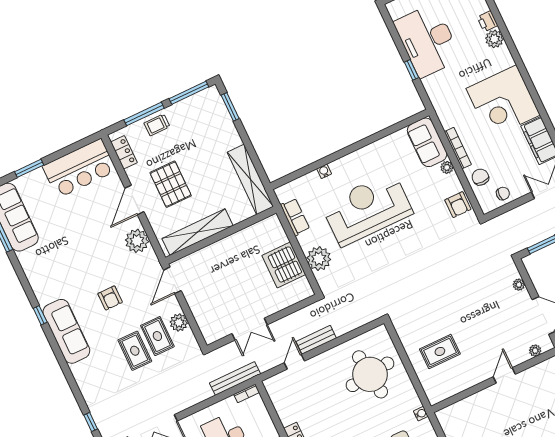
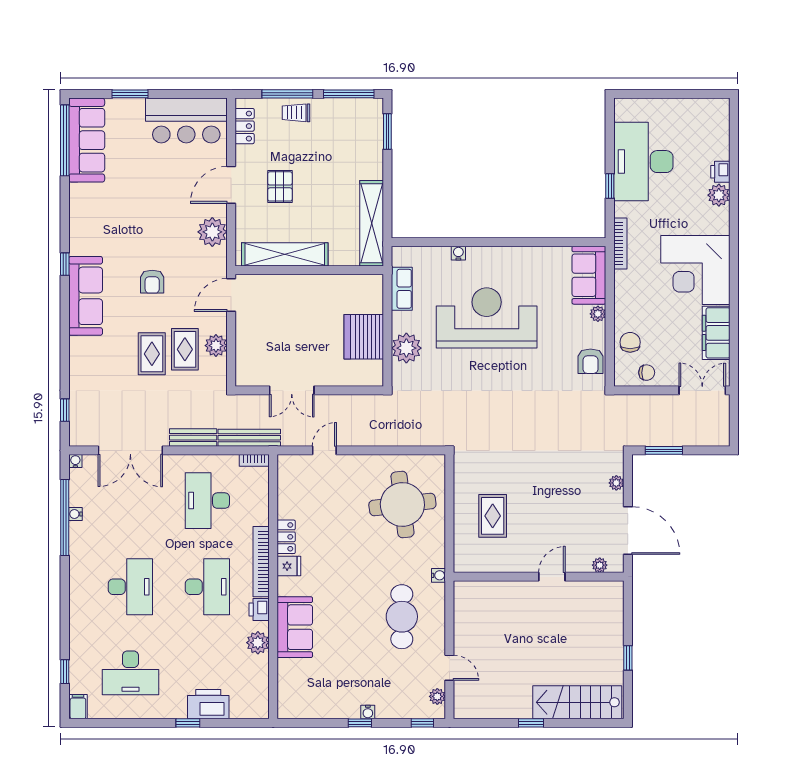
bookcase: (458, 148) -> (620, 244), moved
pallet: (171, 184) -> (280, 186), width x0.67, depth x0.71
bench: (316, 340) -> (193, 438), moved
rug: (440, 351) -> (493, 516), turned 90

